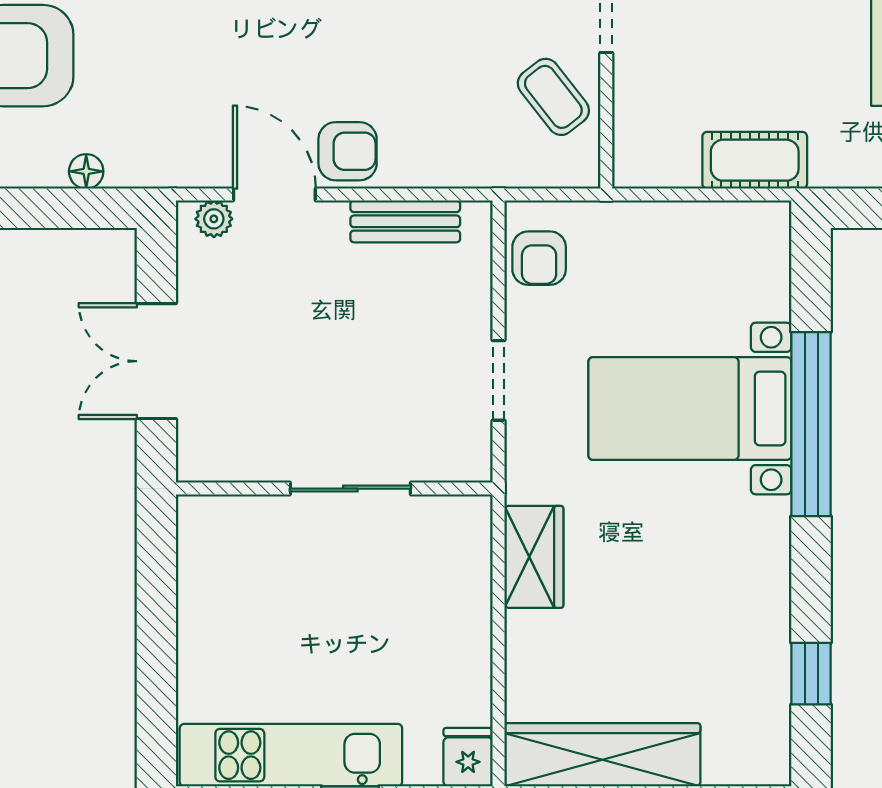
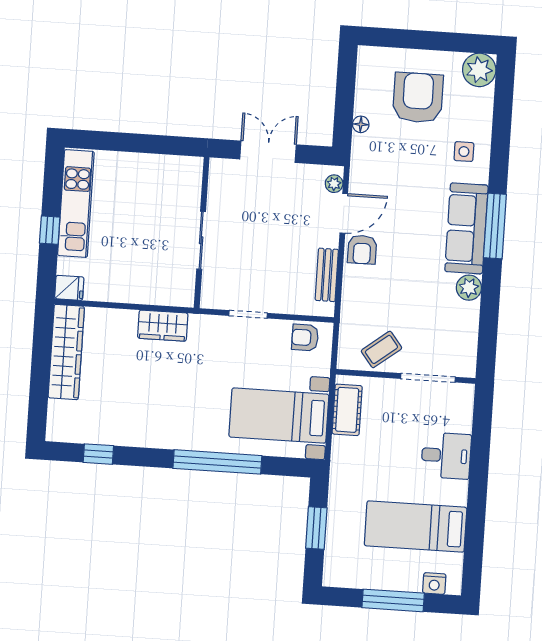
cot: (755, 160) -> (347, 410), moved
bed with nightstands: (690, 409) -> (279, 416), moved, turned -90

